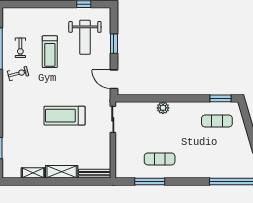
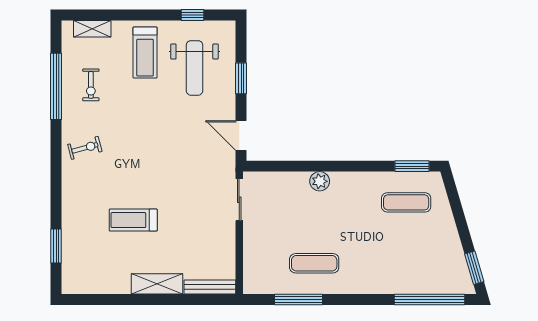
treadmill: (50, 52) -> (145, 52), moved
exercise bike: (18, 73) -> (85, 148), moved
treadmill: (64, 116) -> (133, 220), moved, width x0.73, depth x0.73
shelving: (33, 173) -> (92, 29), moved

